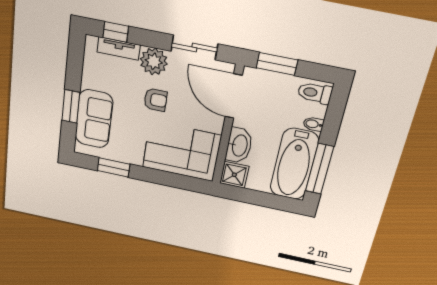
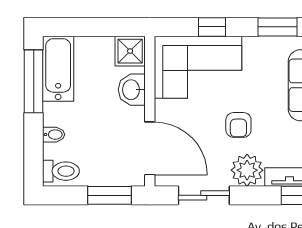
armchair: (156, 100) -> (238, 125), turned -90
washbasin: (239, 145) -> (132, 90), width x0.72
bathtub: (294, 164) -> (58, 69), width x0.73, depth x0.73
window: (165, 178) -> (212, 27), added

